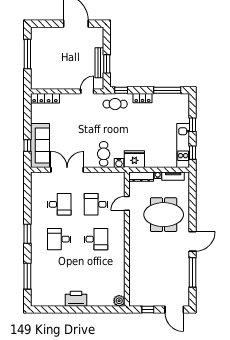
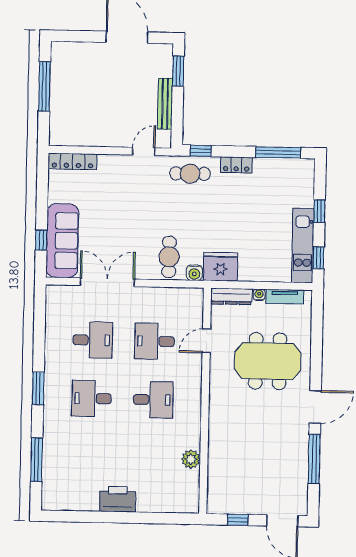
window: (107, 64) -> (178, 71), moved
plant: (119, 301) -> (191, 459), moved

